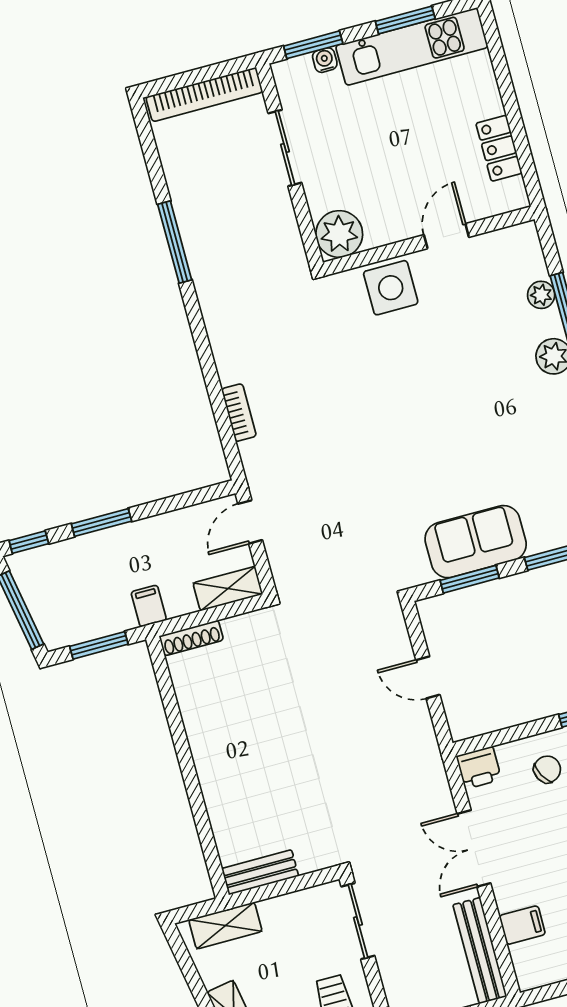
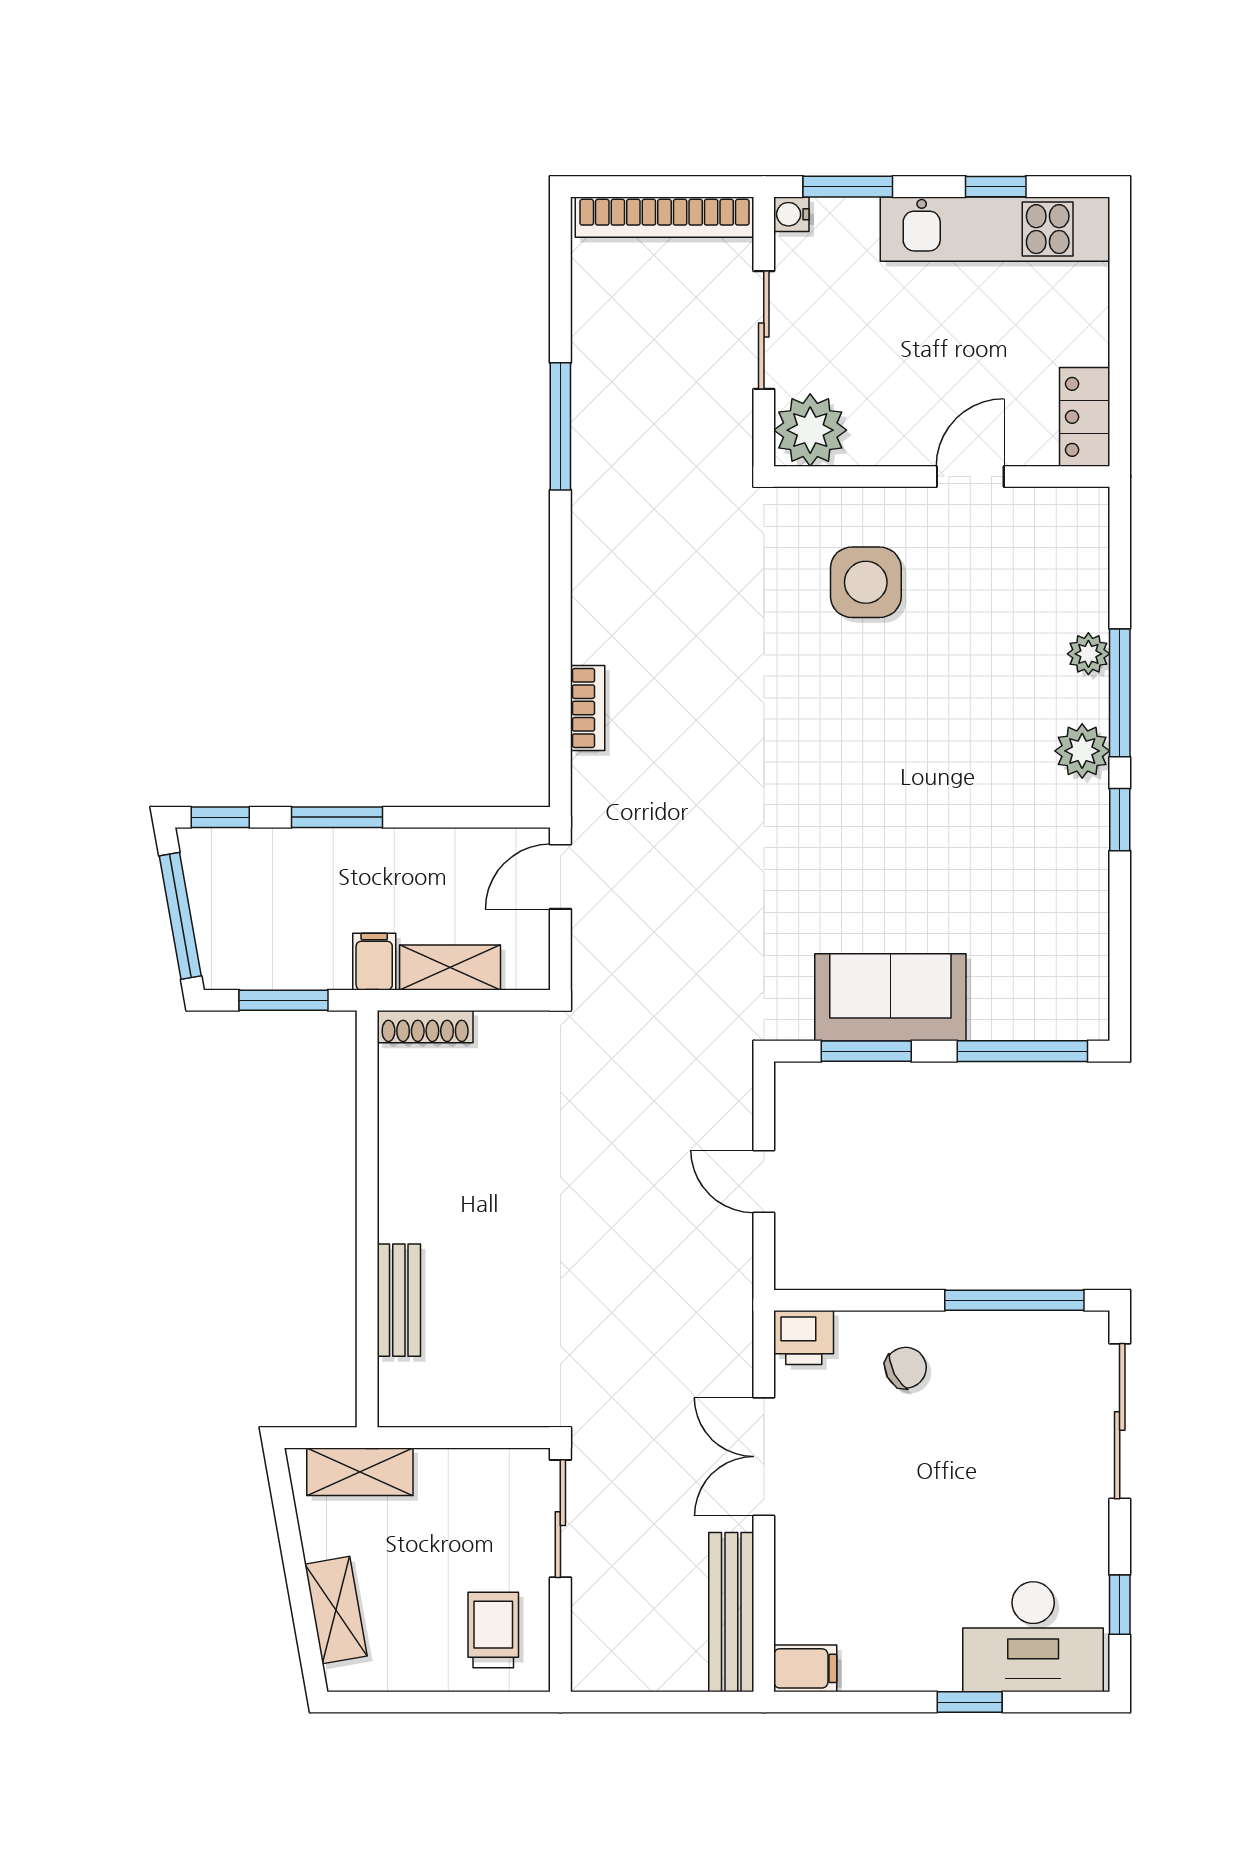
window: (405, 20) -> (996, 187), width x0.67
water cooler: (325, 60) -> (791, 214), moved, turned -90
plant: (339, 234) -> (810, 430), moved
door: (446, 236) -> (970, 476), moved
wall: (429, 241) -> (942, 476), moved
shelving: (228, 589) -> (450, 967), moved
bench: (260, 872) -> (399, 1300), moved, turned 90
filing cabinet: (522, 925) -> (805, 1668), moved

